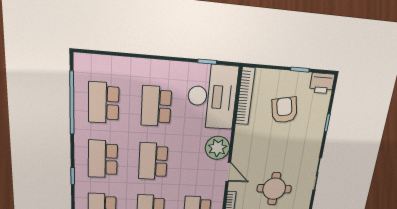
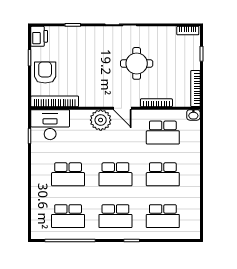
desk: (212, 97) -> (50, 125), width x0.73, depth x0.77
armchair: (284, 110) -> (45, 72), moved, turned 101
door: (228, 172) -> (122, 108), swing flipped

